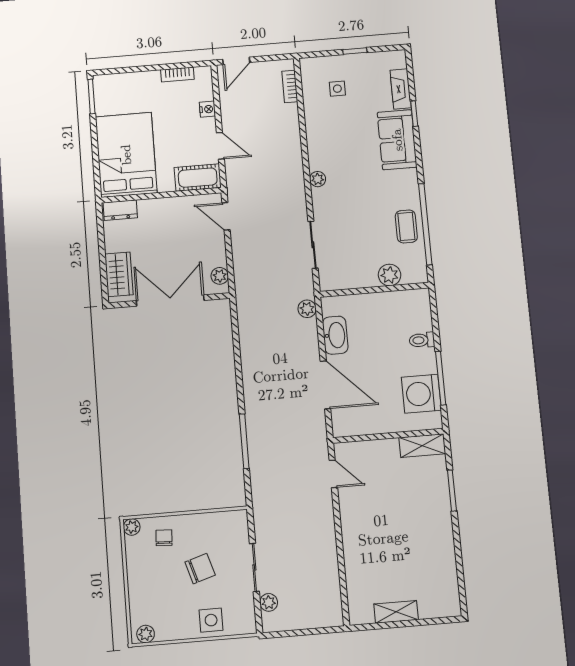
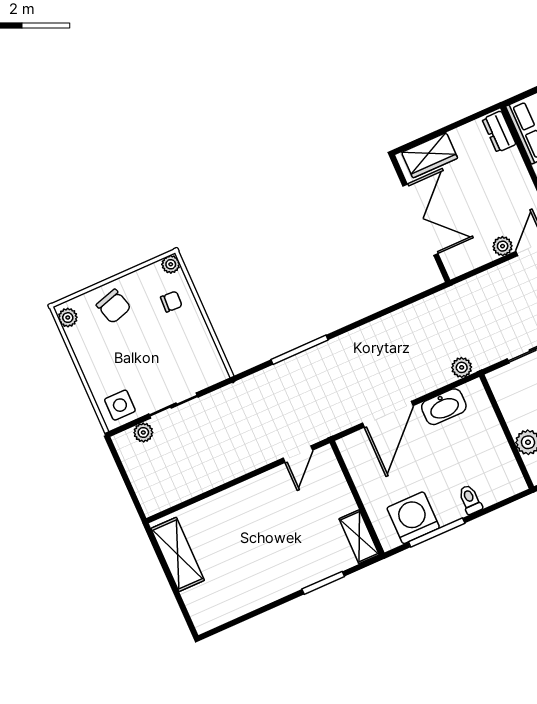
plant: (220, 276) -> (503, 246), moved
chair: (200, 569) -> (114, 306), moved
shelving: (396, 612) -> (178, 554), width x1.50, depth x1.33
side table: (211, 620) -> (120, 405), moved

